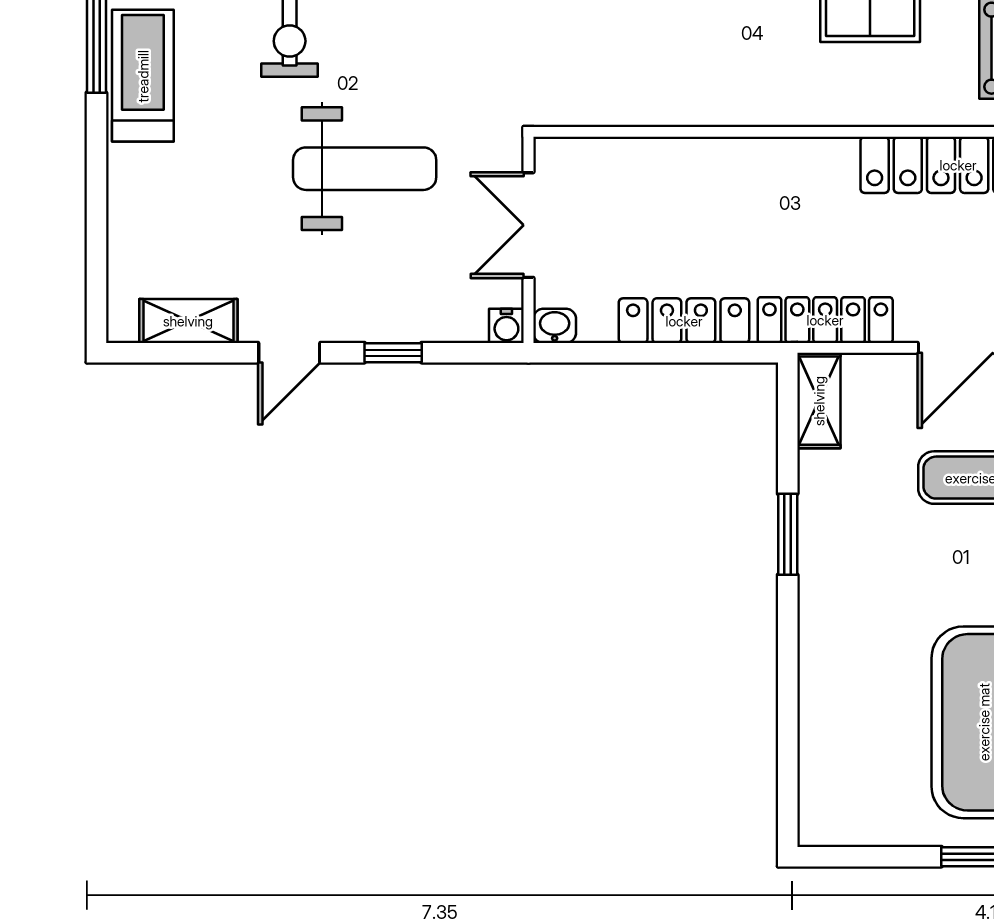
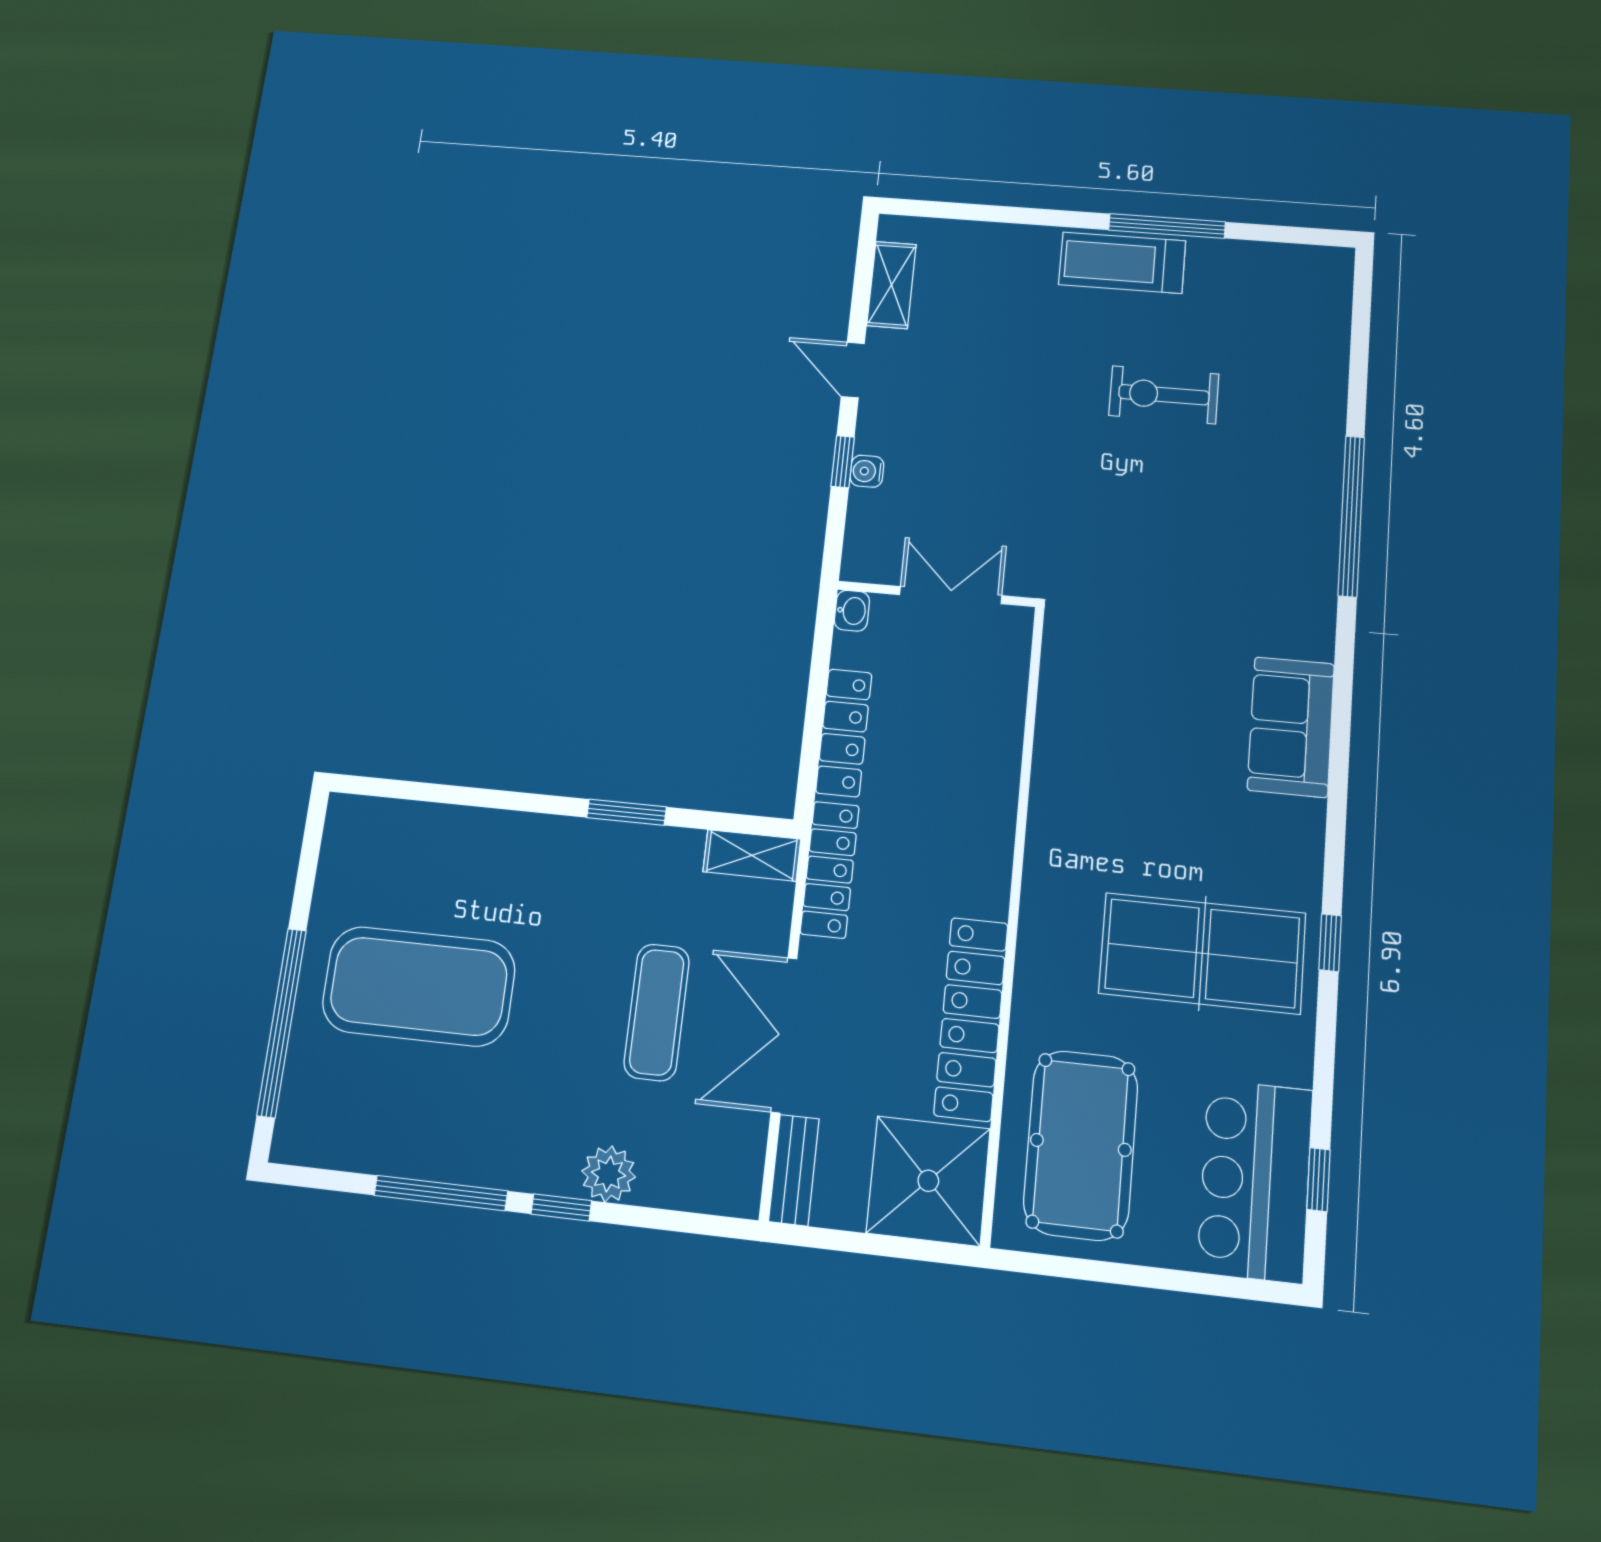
treadmill: (143, 76) -> (1122, 263), turned 180
weight bench: (365, 169) -> (1018, 451), removed
water cooler: (506, 326) -> (867, 471), moved

